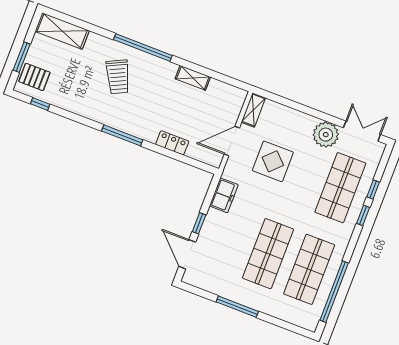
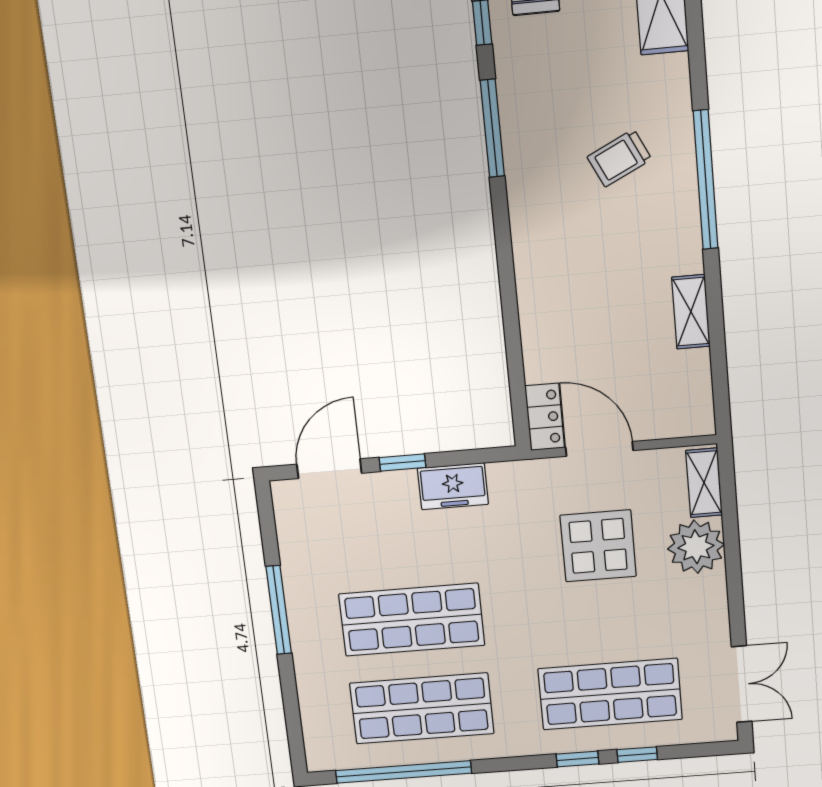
trolley: (118, 77) -> (619, 158), width x0.73, depth x0.72
shelving: (253, 110) -> (704, 483), moved, turned 90
window: (122, 135) -> (492, 128), moved
plant: (326, 135) -> (696, 547), moved
locker: (172, 143) -> (545, 417), moved
freezer: (224, 195) -> (453, 486), moved

